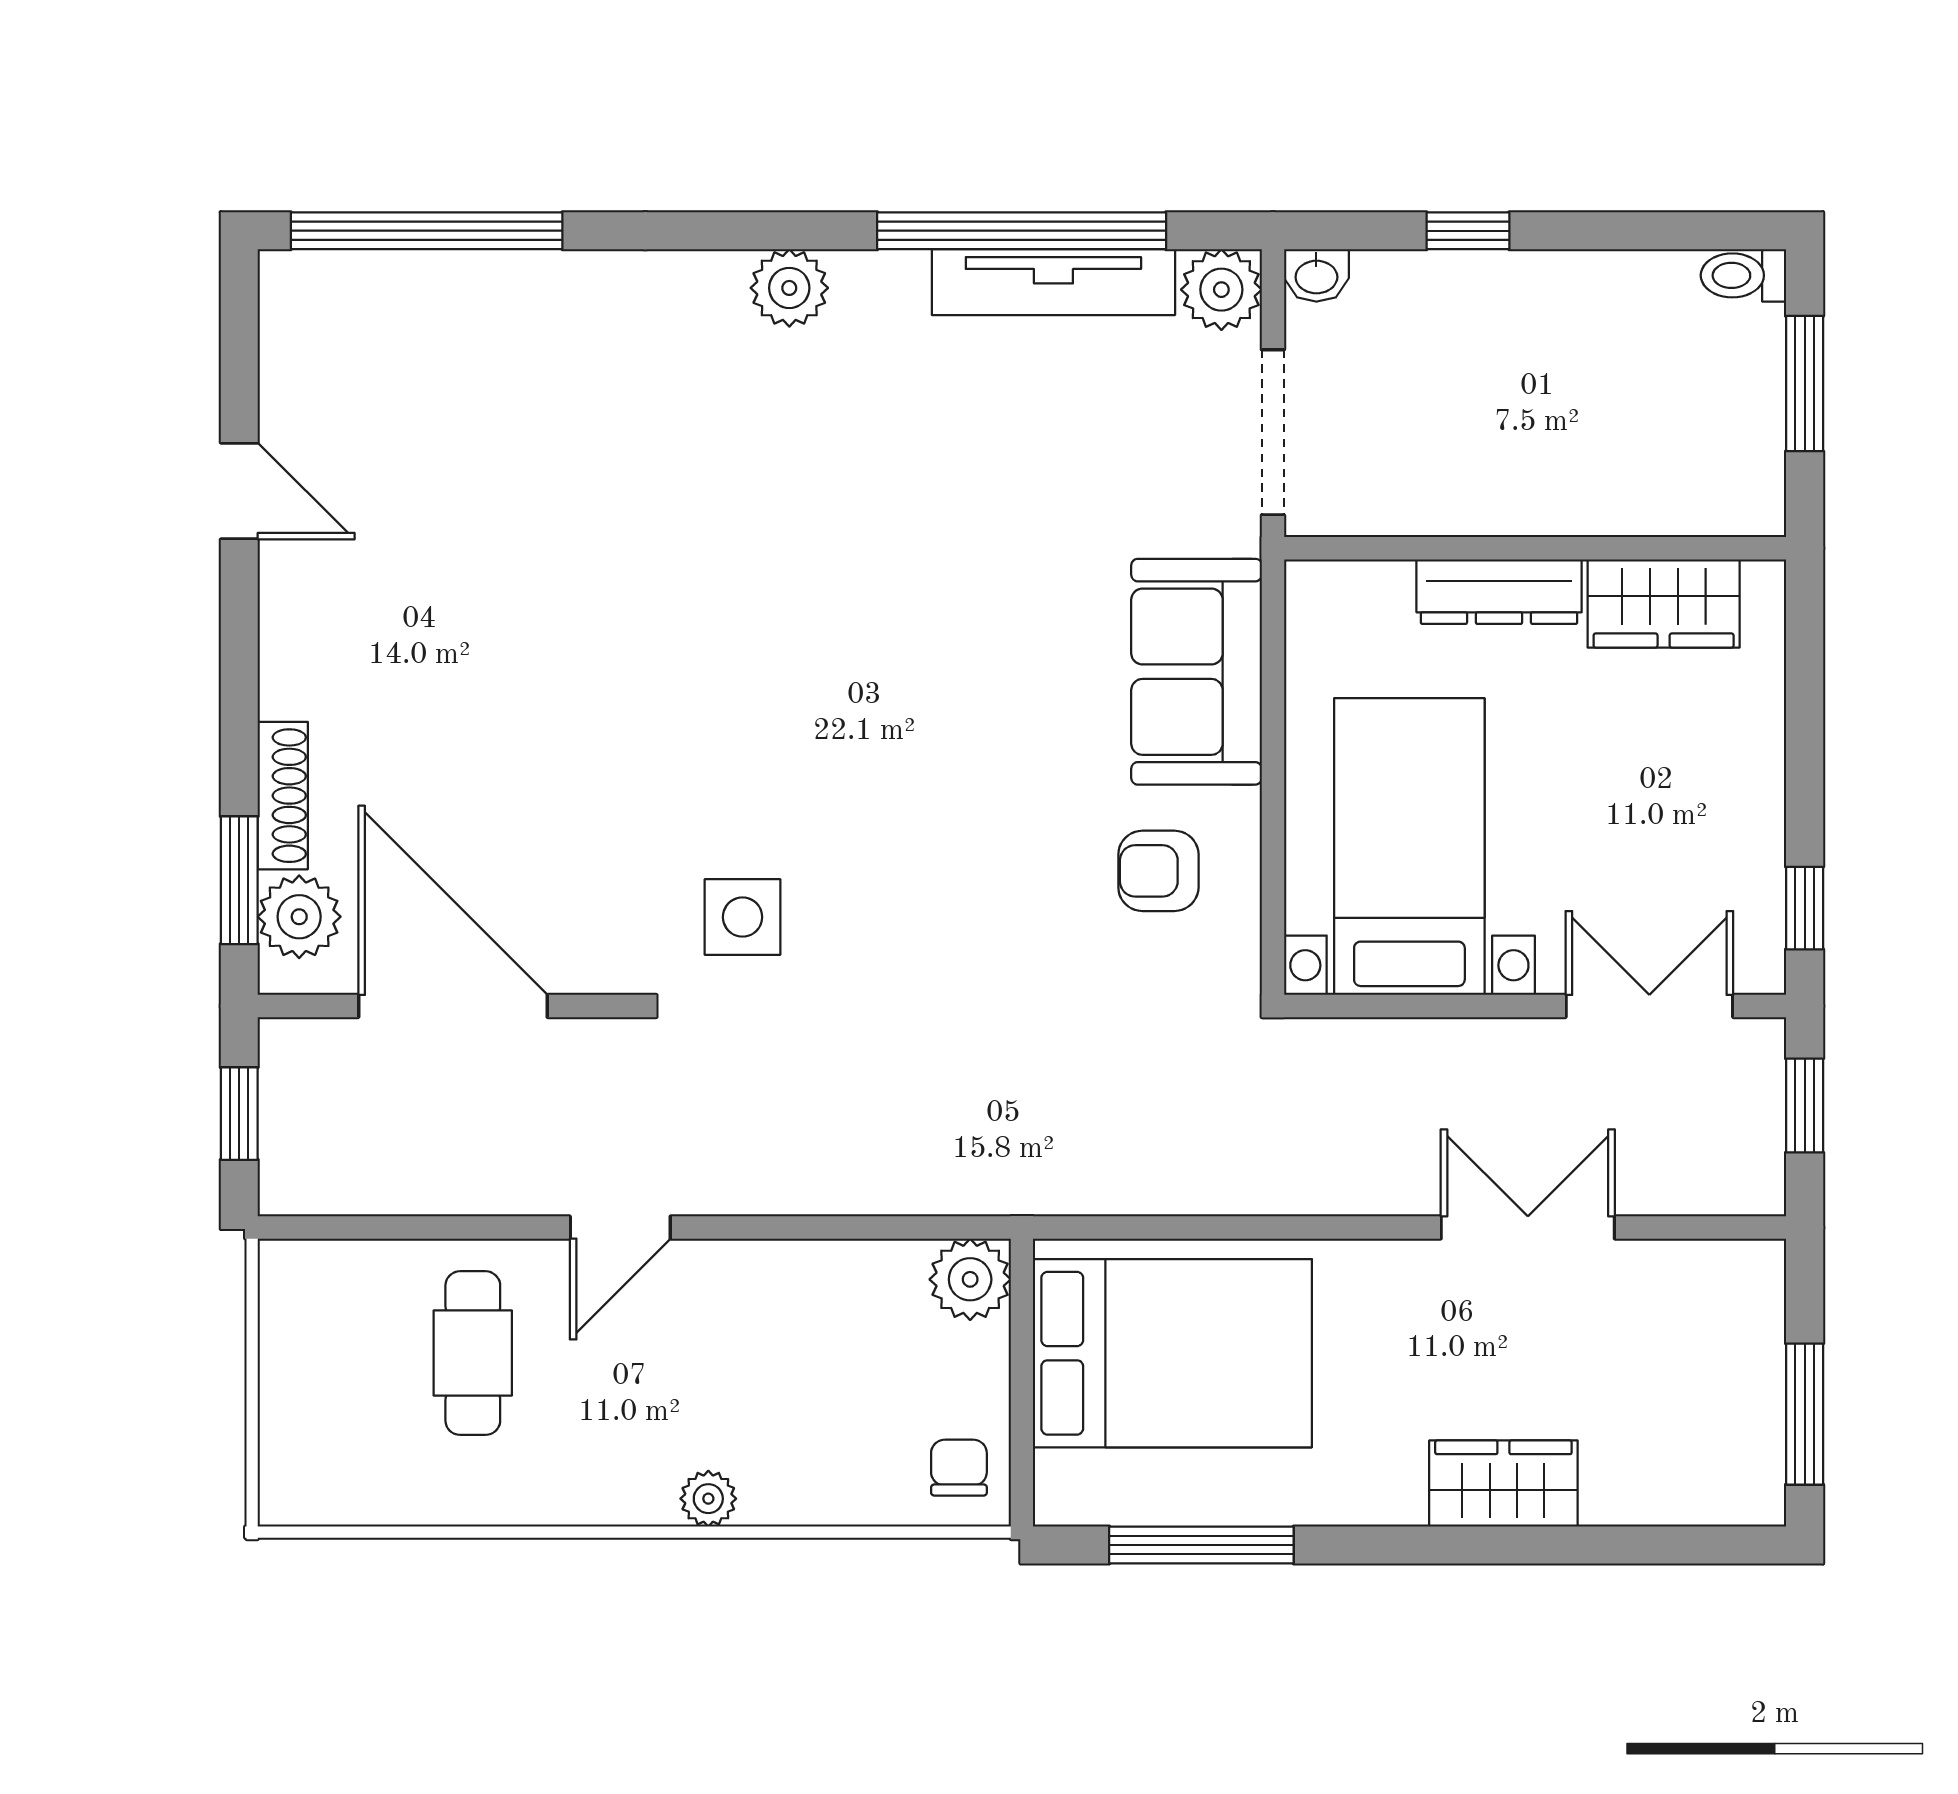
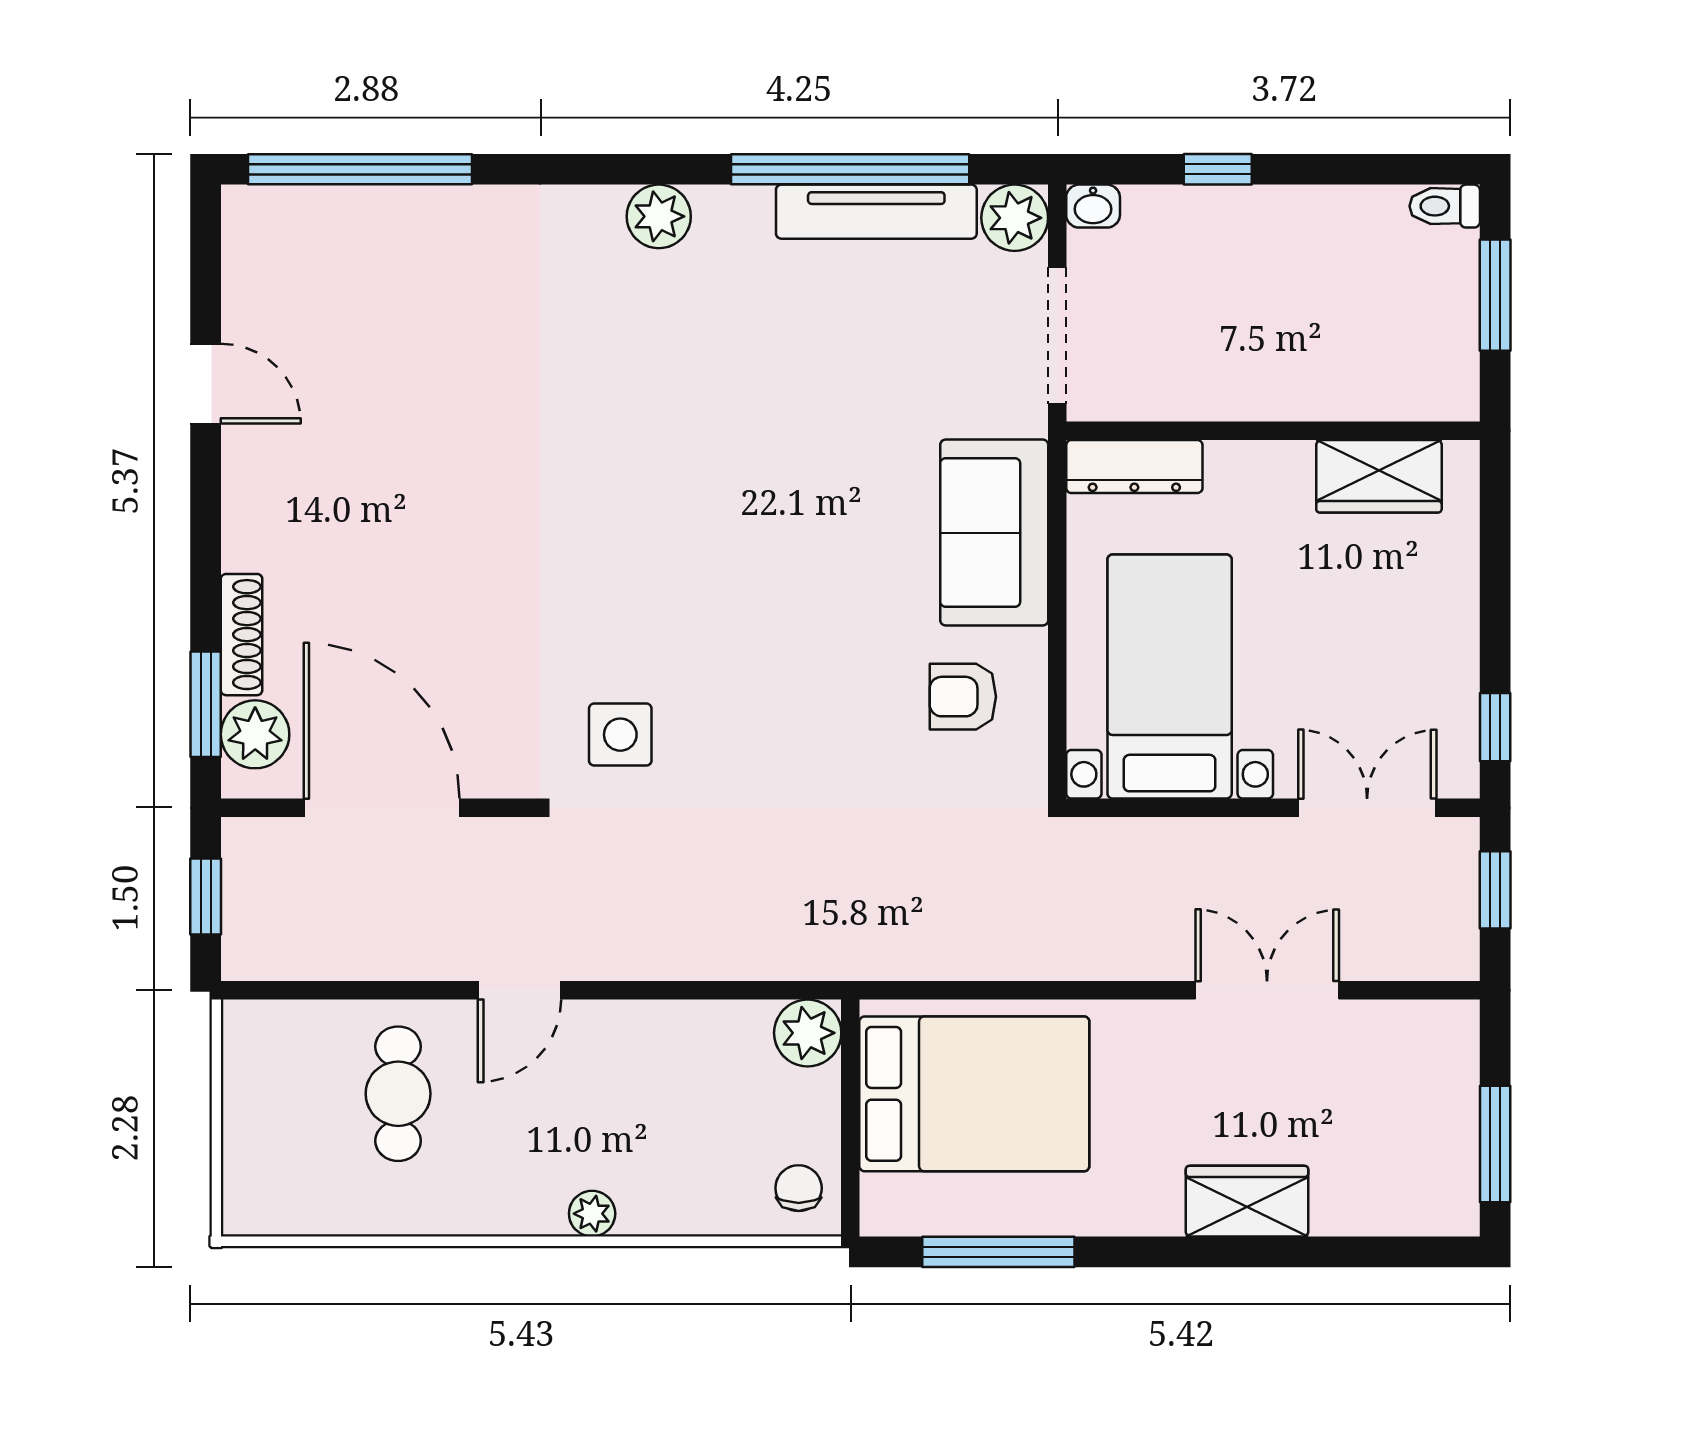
dresser: (1499, 592) -> (1134, 467), moved

